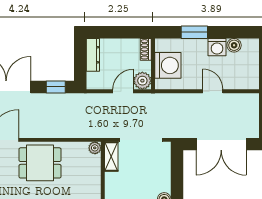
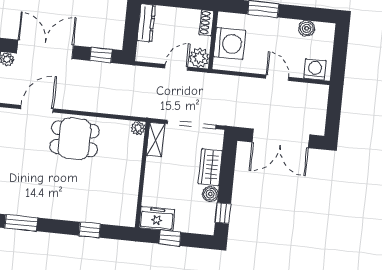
washing machine: (217, 47) -> (315, 69), moved, turned 180
wardrobe: (162, 176) -> (210, 167), added

